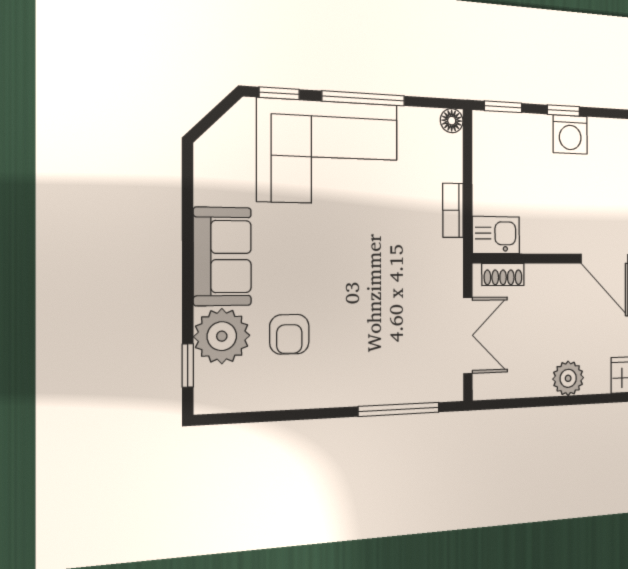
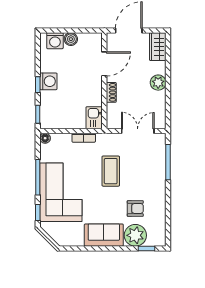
coffee table: (378, 273) -> (111, 171), added
shoe rack: (503, 274) -> (111, 92), moved

